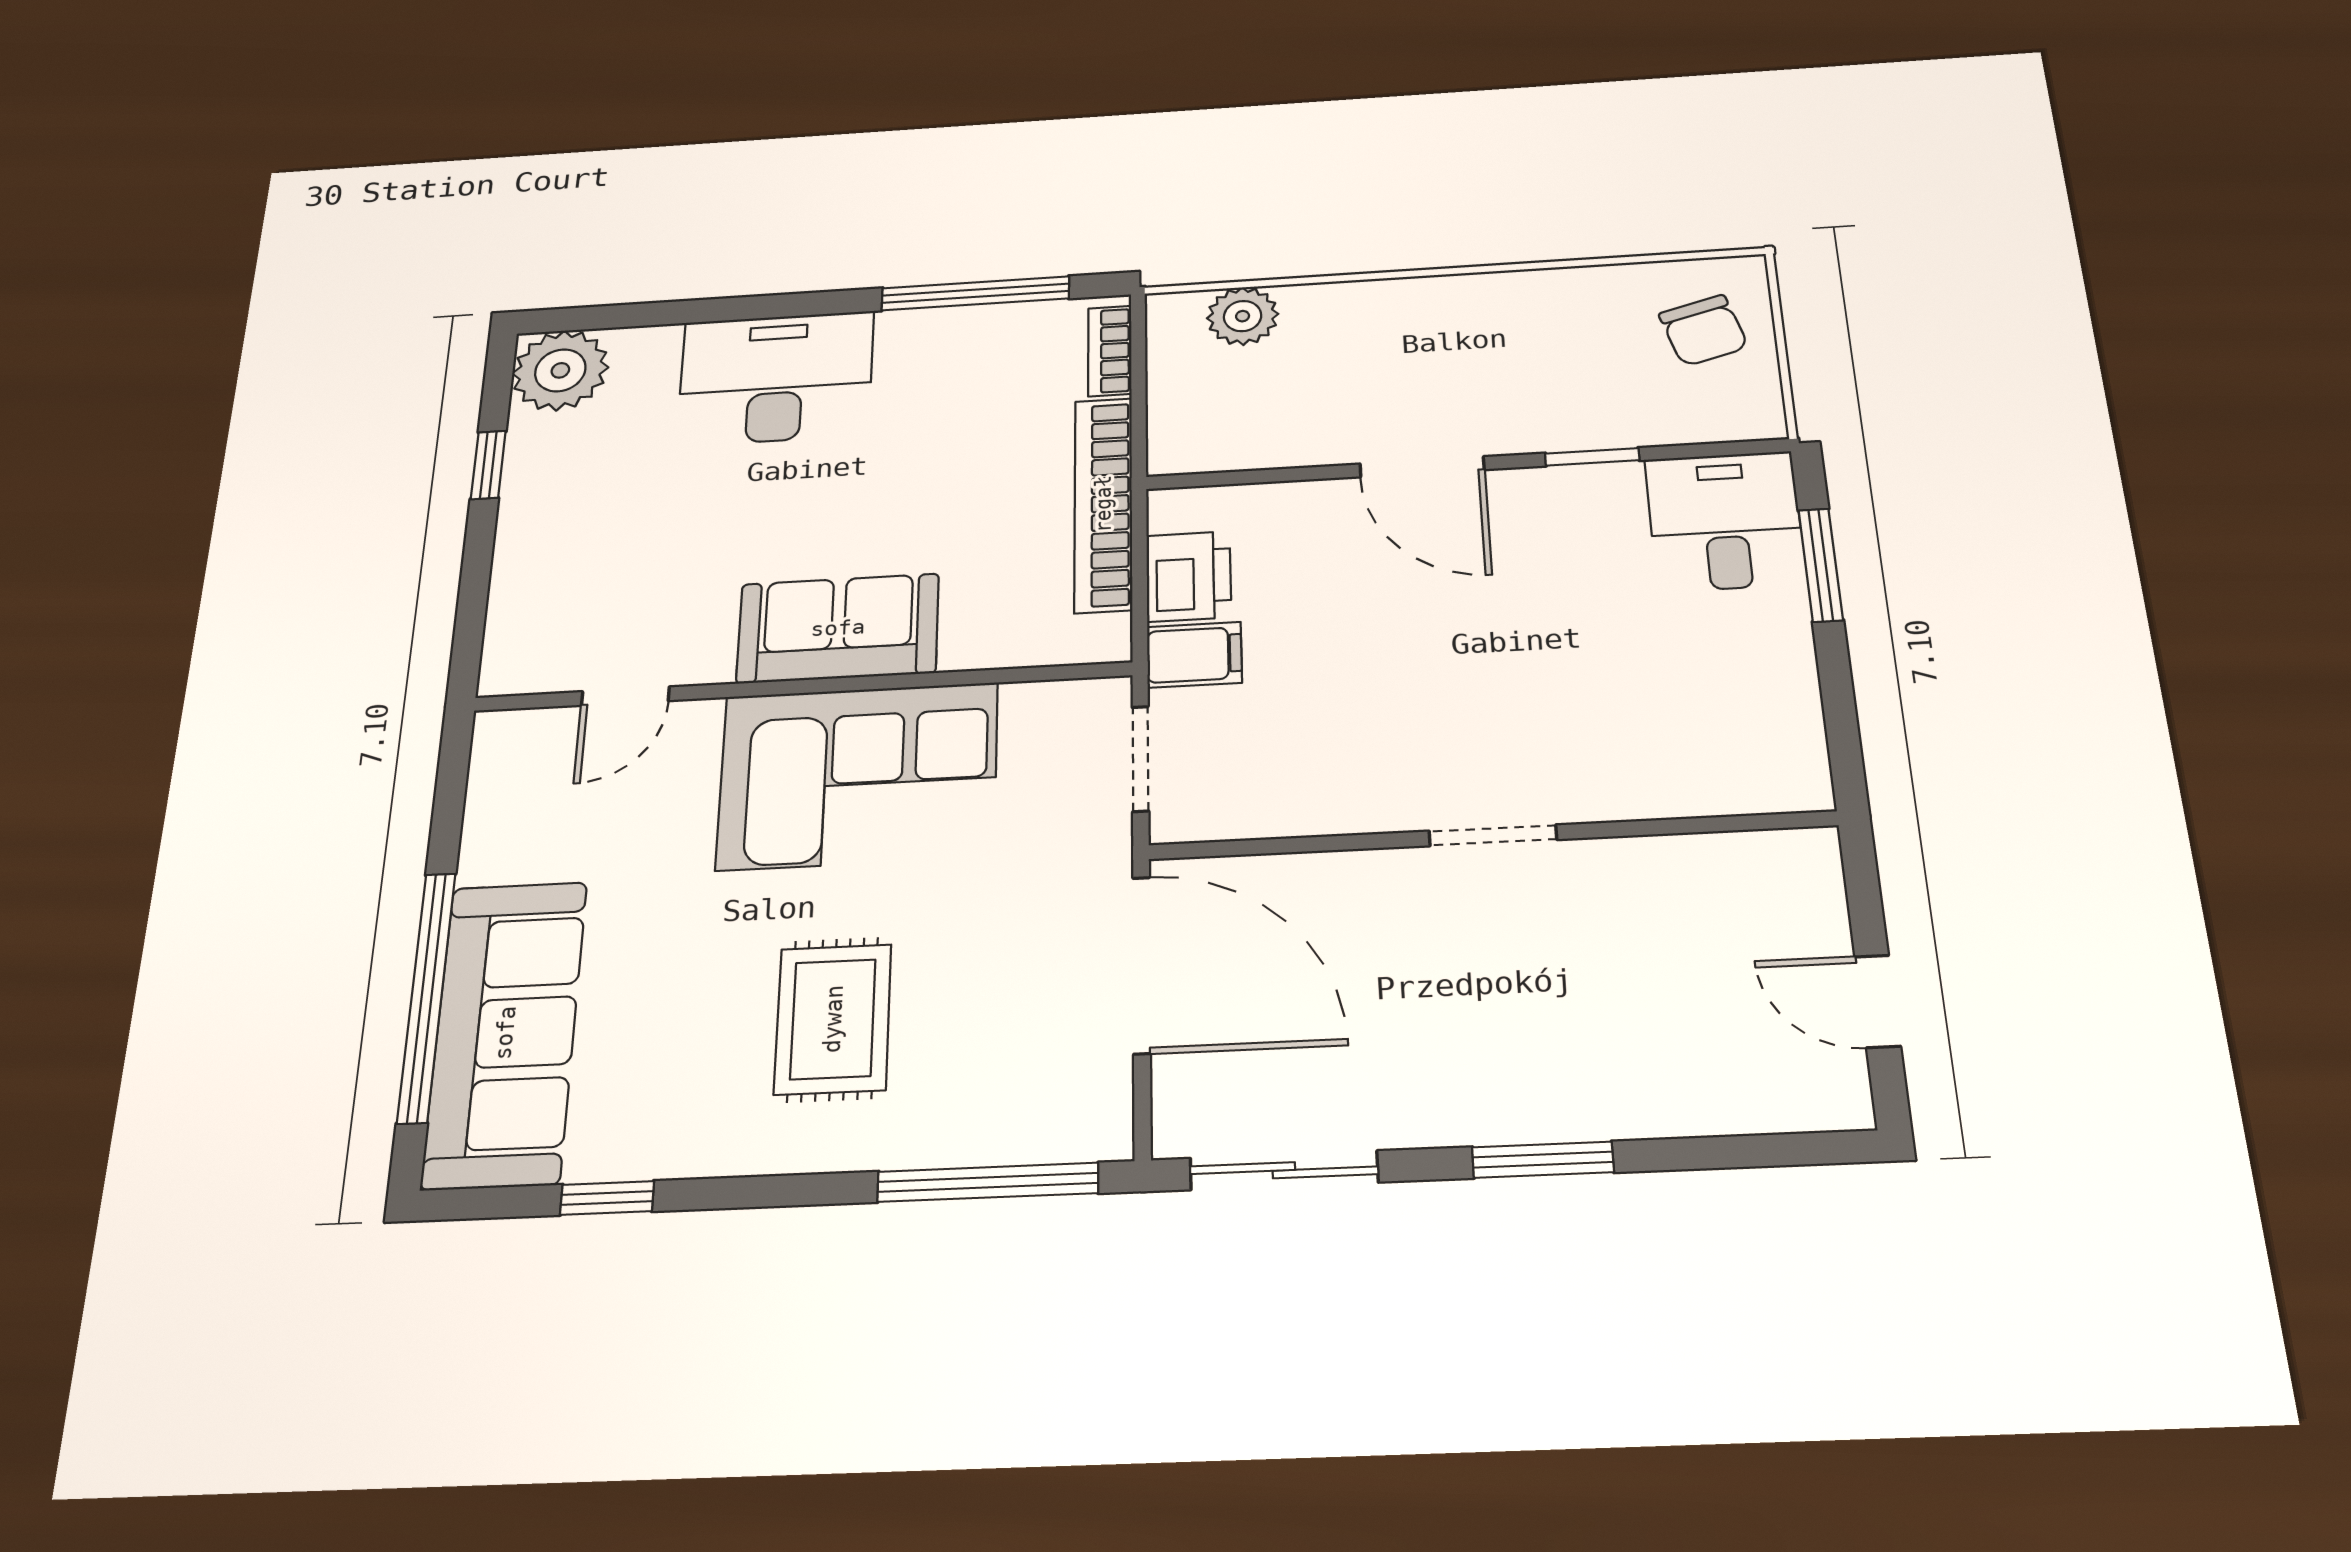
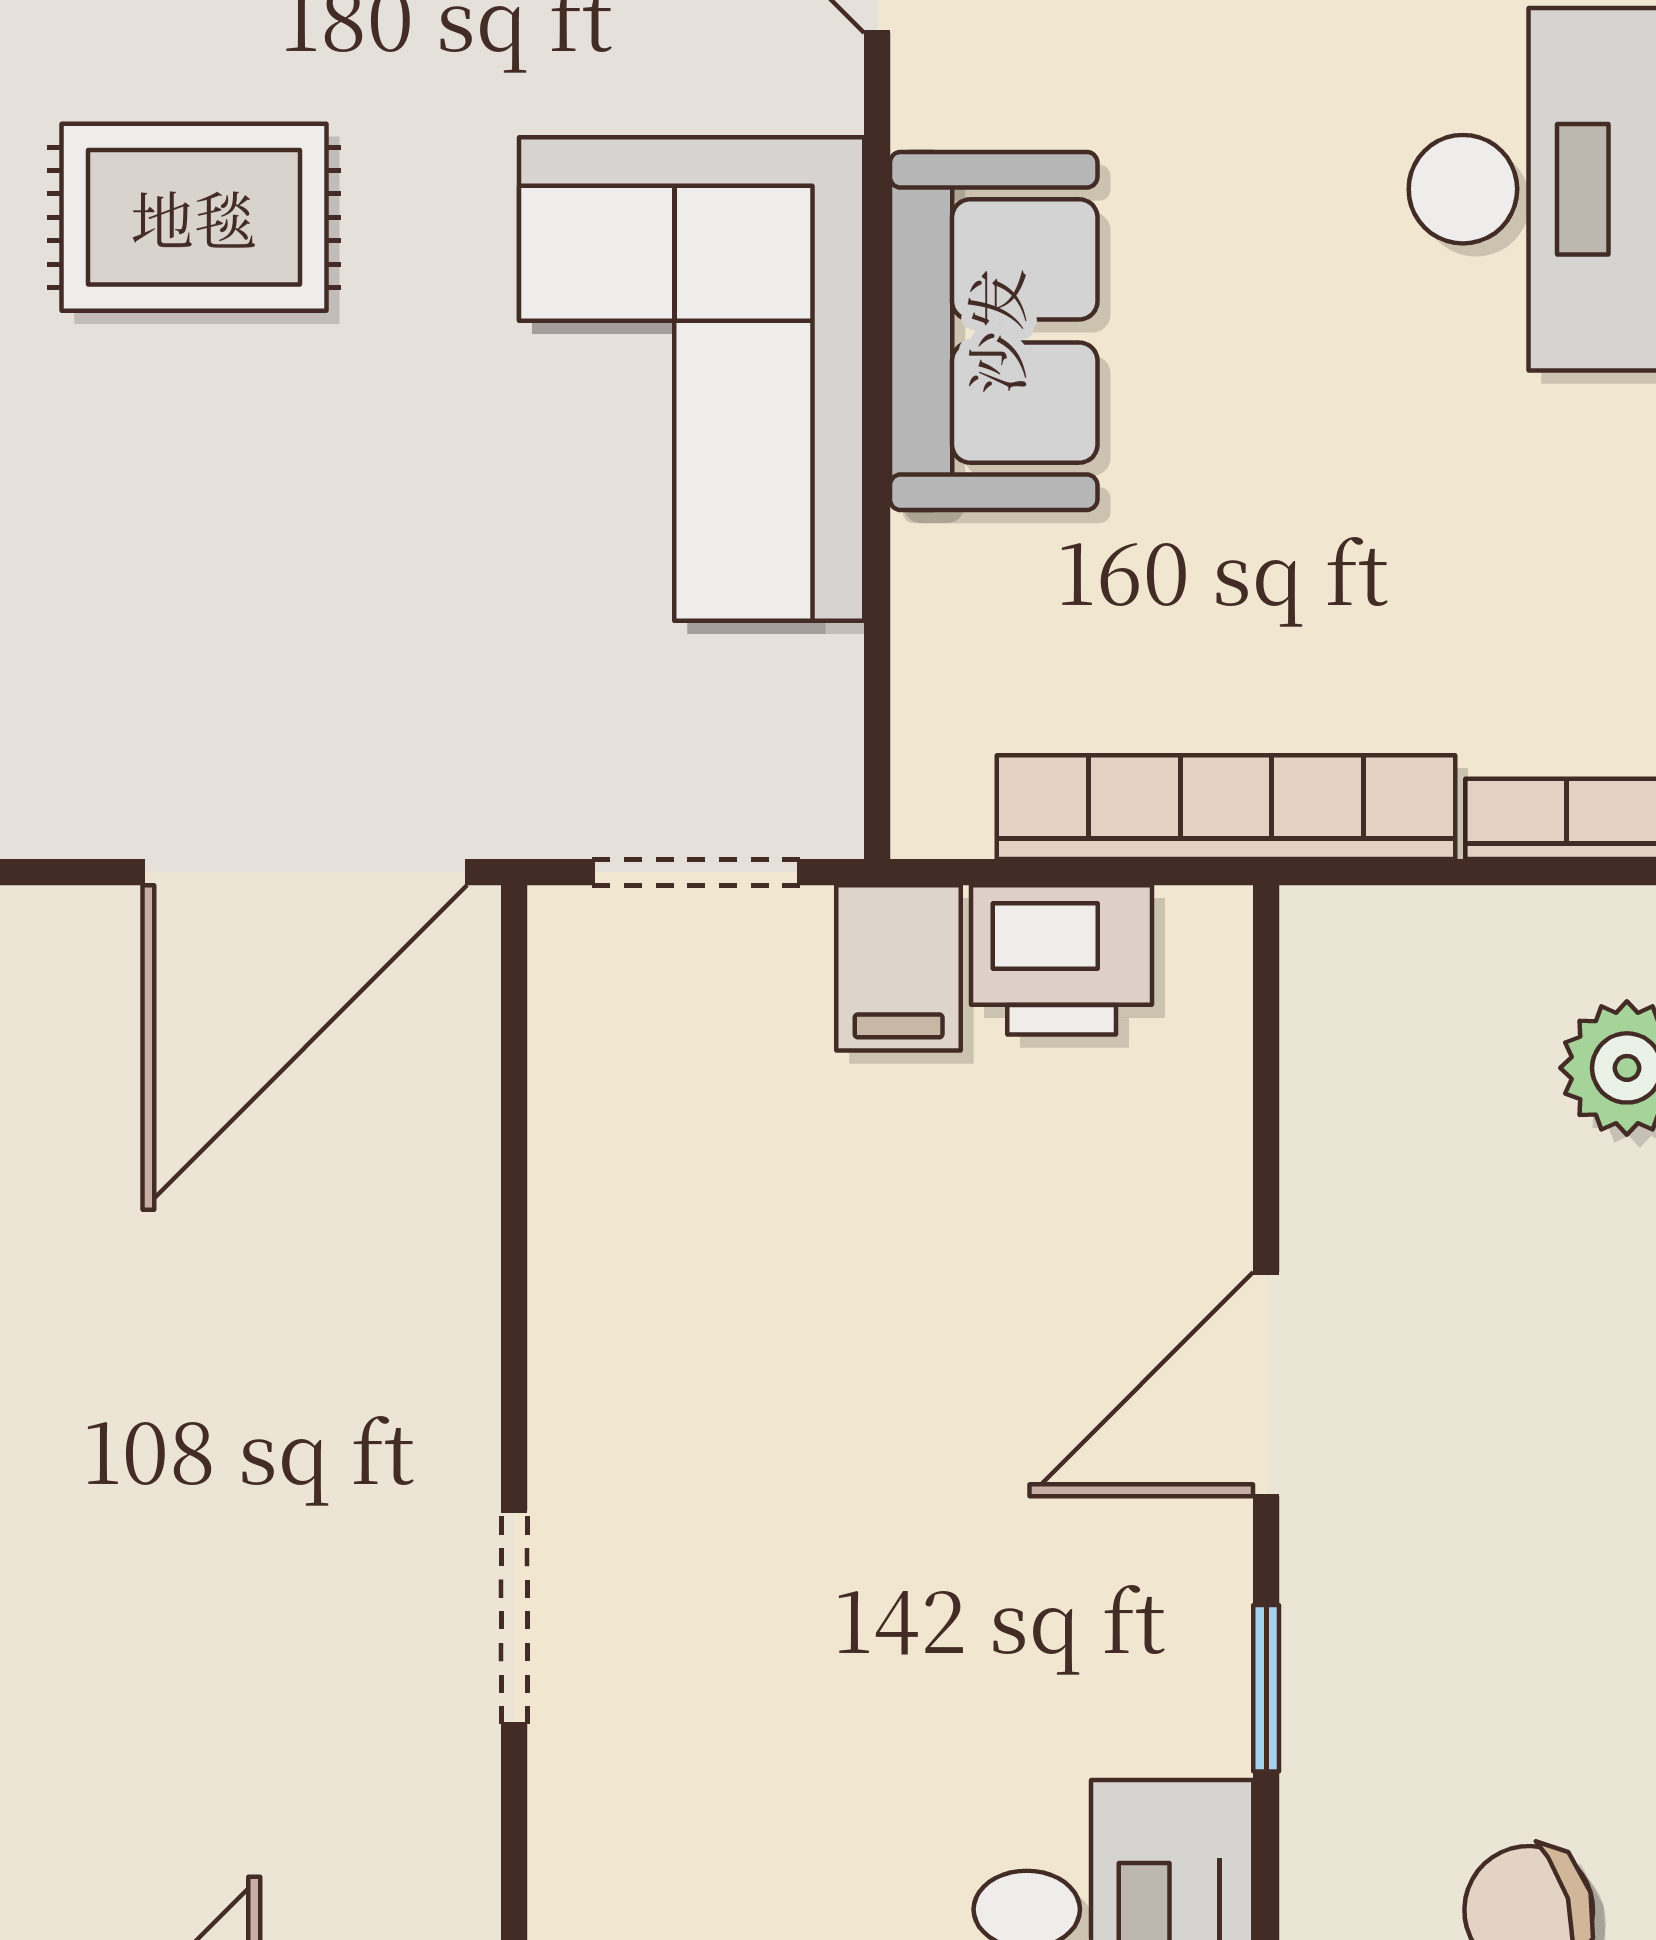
doorway: (1493, 835) -> (514, 1617), moved
rug: (833, 1019) -> (194, 217), moved

